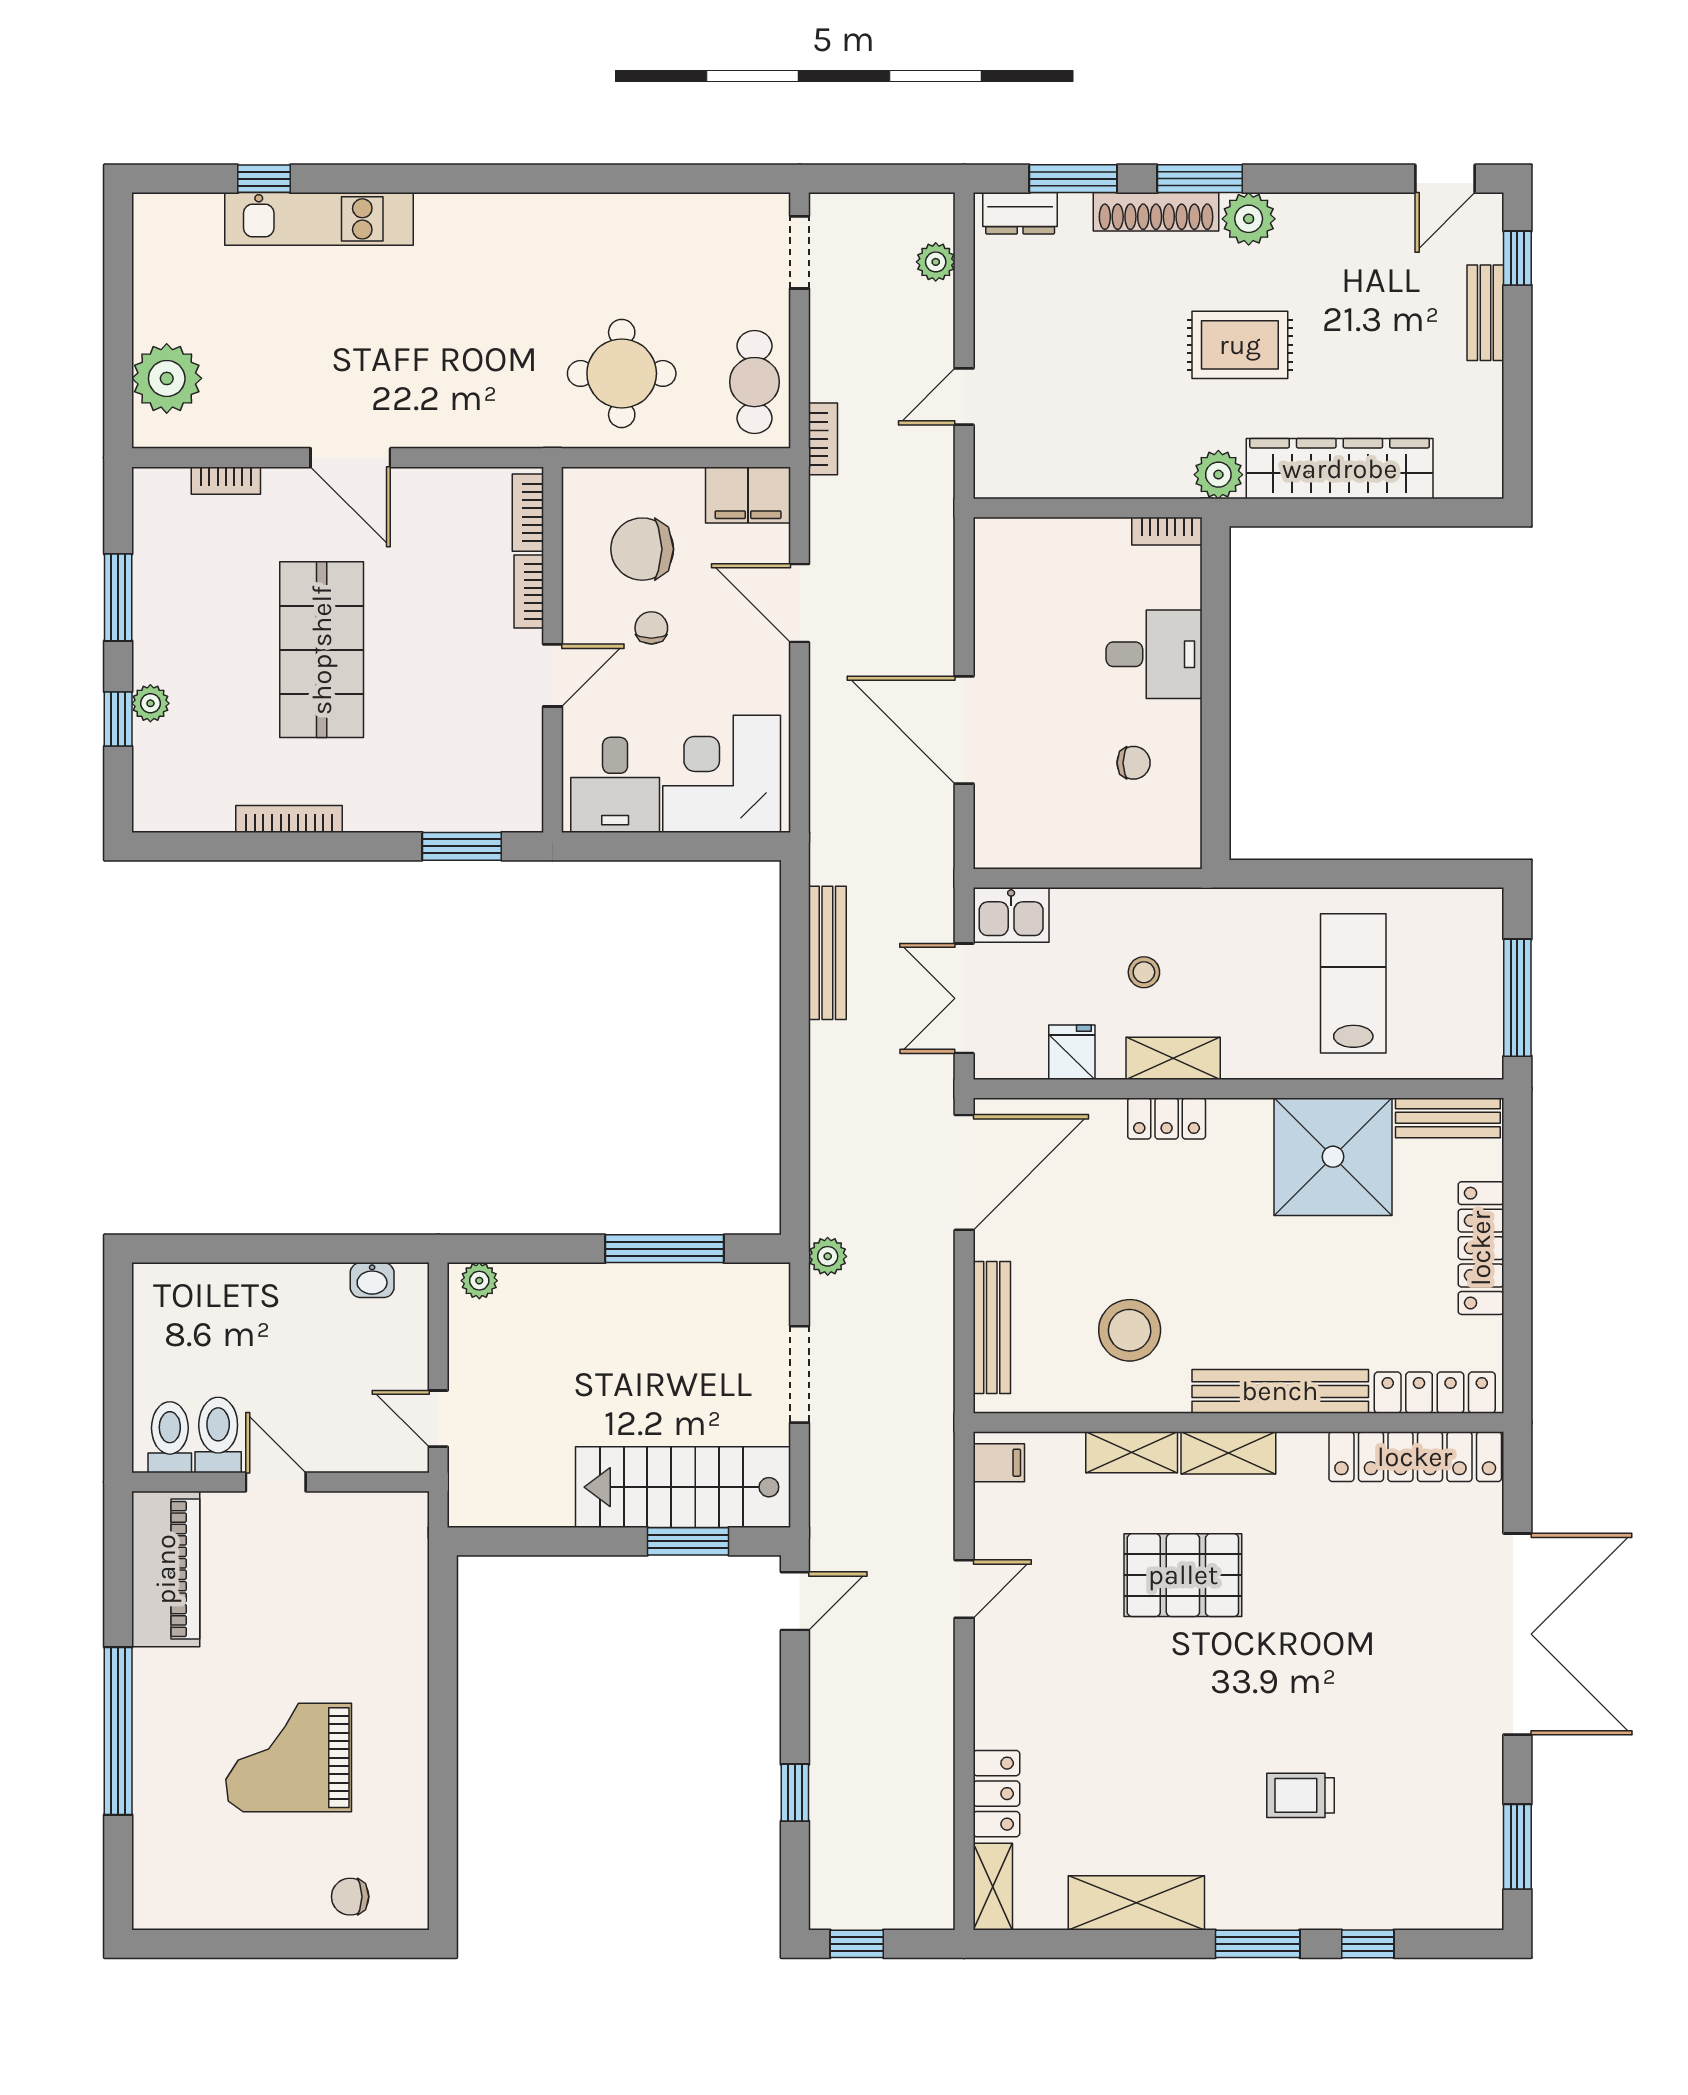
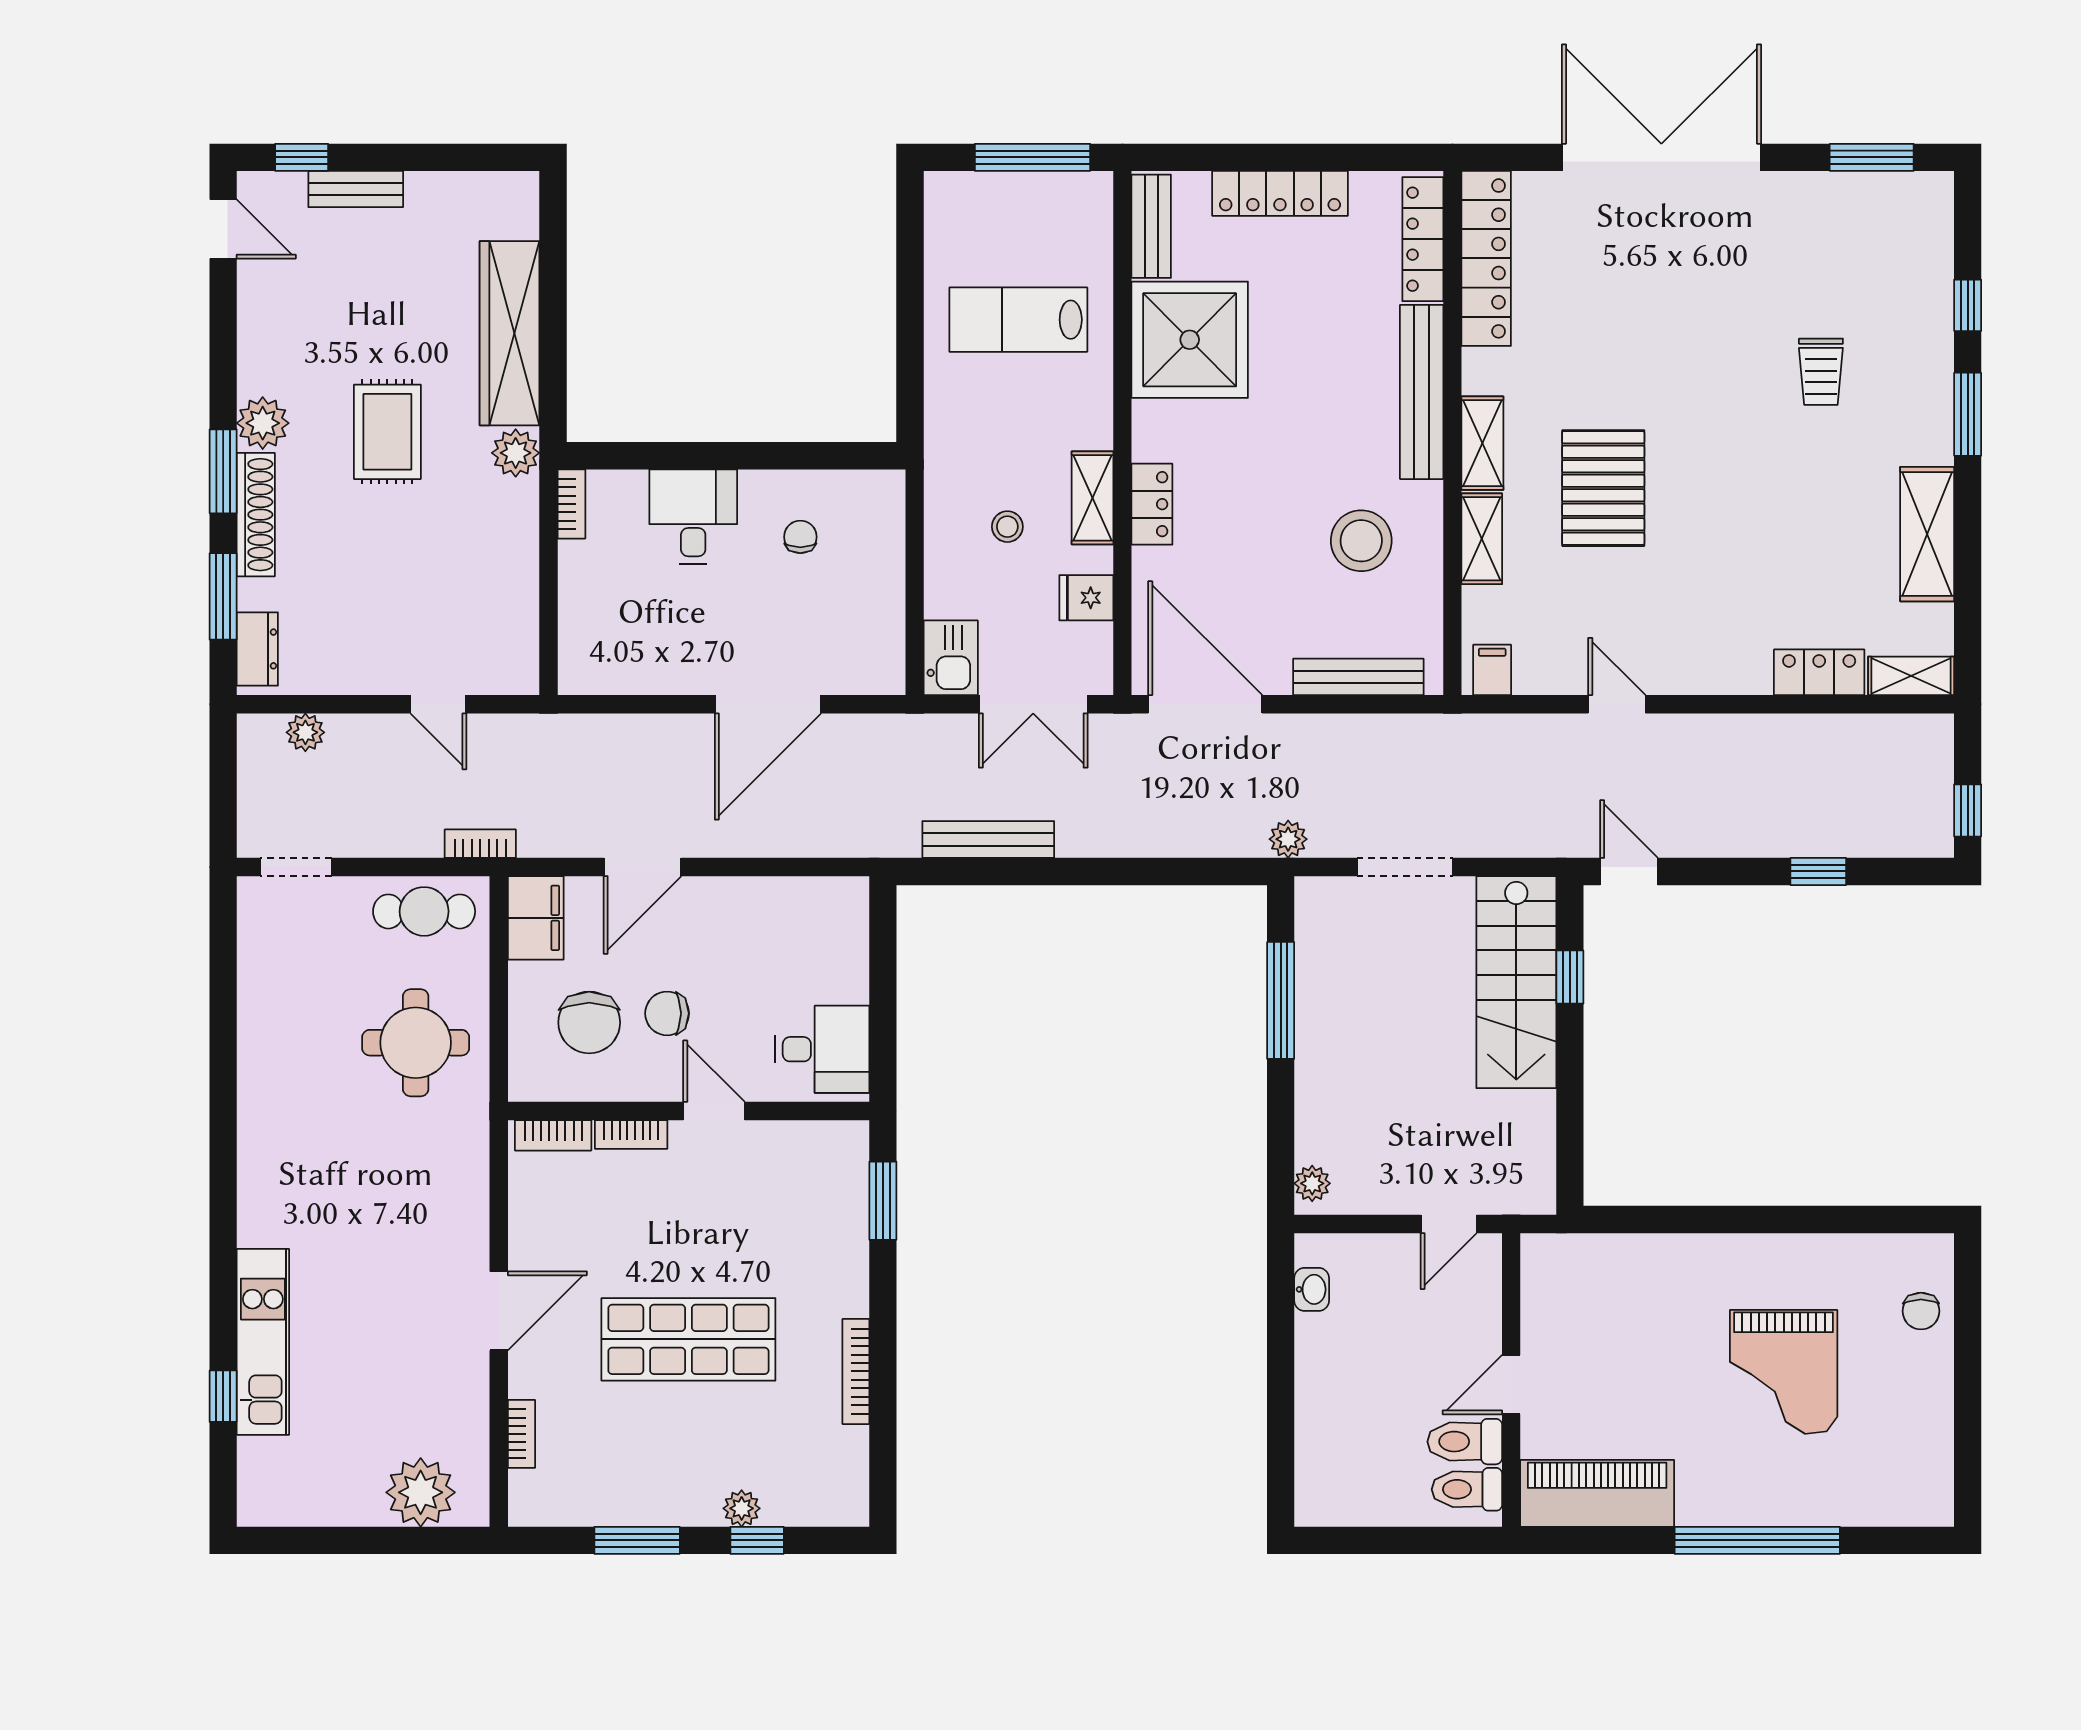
chair: (651, 628) -> (667, 1013), width x1.37, depth x1.37
corner desk: (722, 774) -> (811, 944), removed
window: (688, 1541) -> (1570, 977), width x0.67

